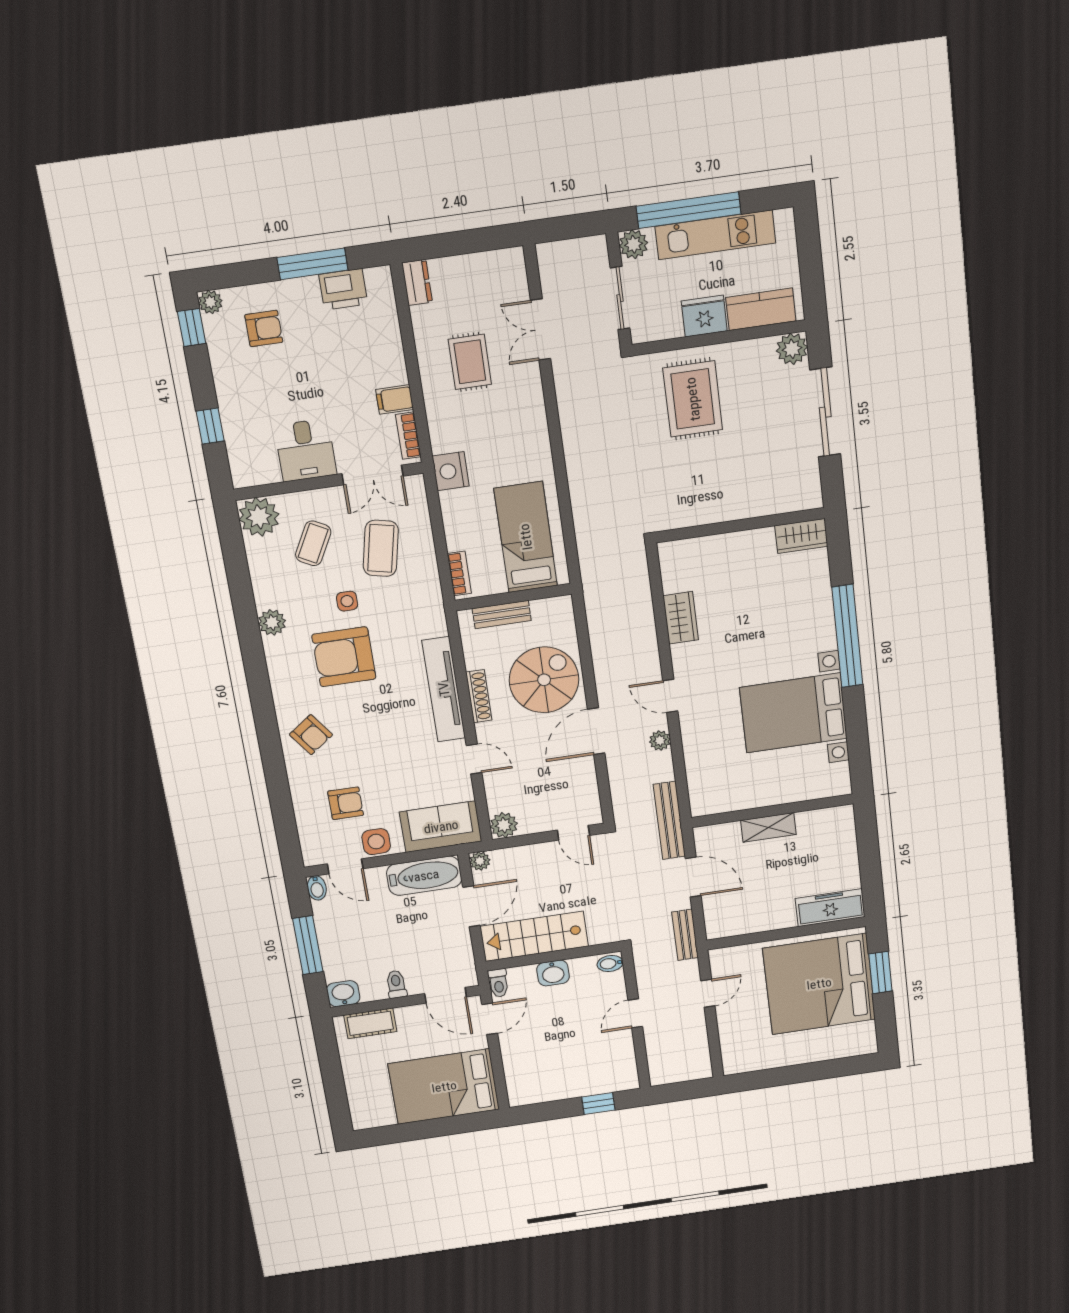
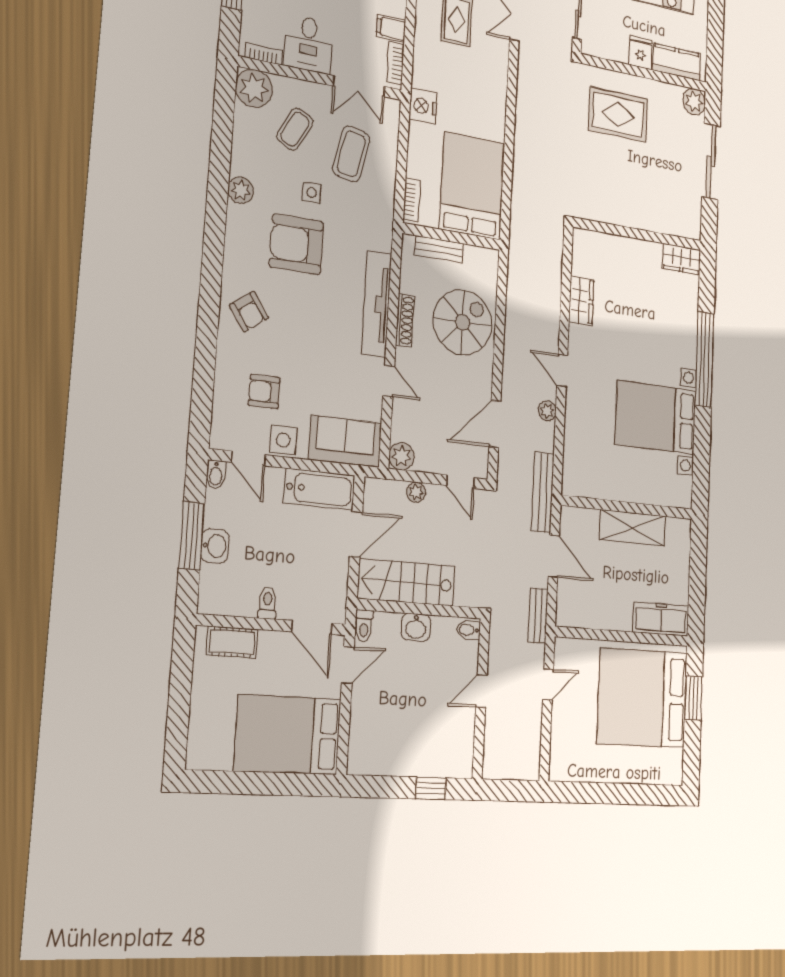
fridge: (704, 316) -> (640, 52), width x0.72
rug: (693, 399) -> (618, 115), turned 90
bookcase: (260, 478) -> (263, 54), added
bed: (526, 537) -> (472, 186), width x1.50
door: (596, 731) -> (495, 424), moved
armchair: (346, 803) -> (264, 392), turned 180
shelving: (768, 827) -> (633, 528), width x1.50, depth x1.33
plant: (480, 861) -> (416, 492), moved
washbasin: (343, 994) -> (215, 546), moved, turned 90

